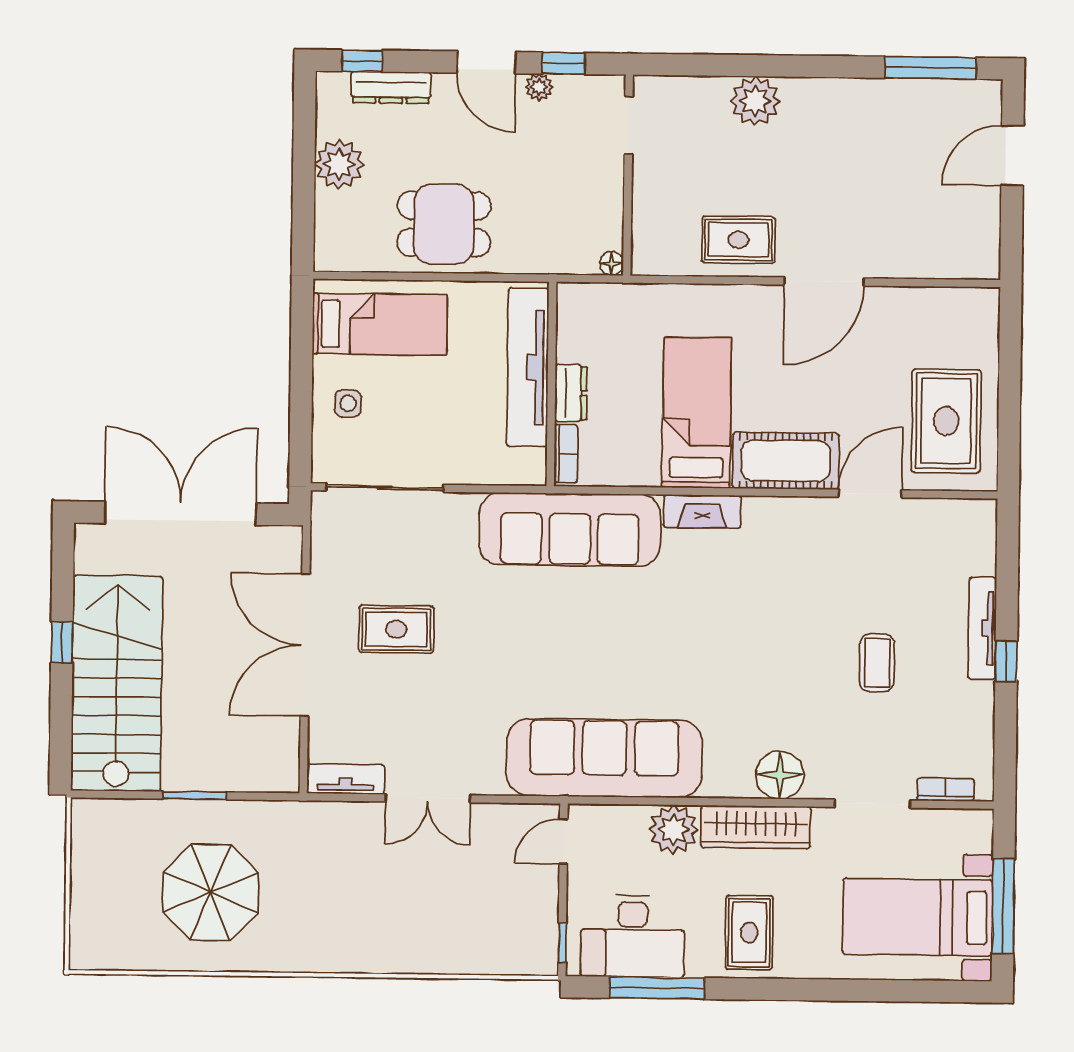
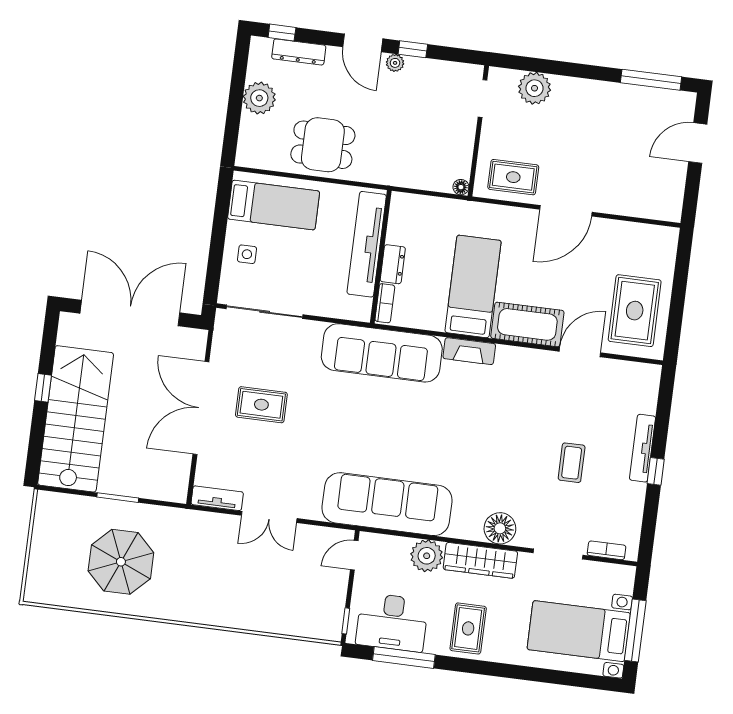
doorway: (629, 125) -> (482, 99), moved
wall: (628, 175) -> (478, 131), moved
floor lamp: (611, 263) -> (461, 187), moved

